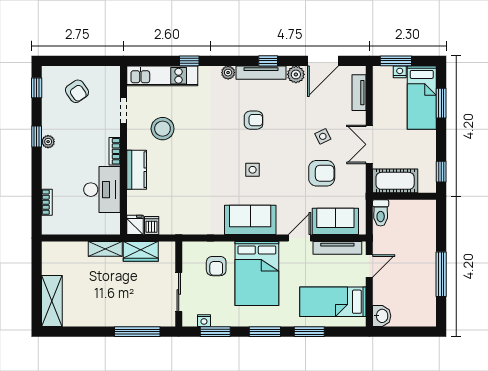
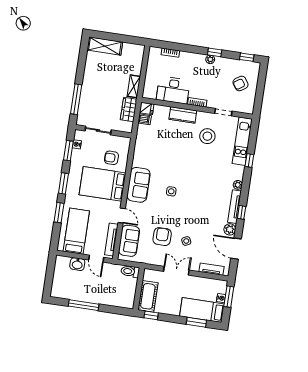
armchair: (254, 120) -> (204, 197), removed
armchair: (322, 173) -> (162, 237), turned 180
cot: (395, 181) -> (148, 296), moved
washbasin: (382, 316) -> (77, 264), moved

